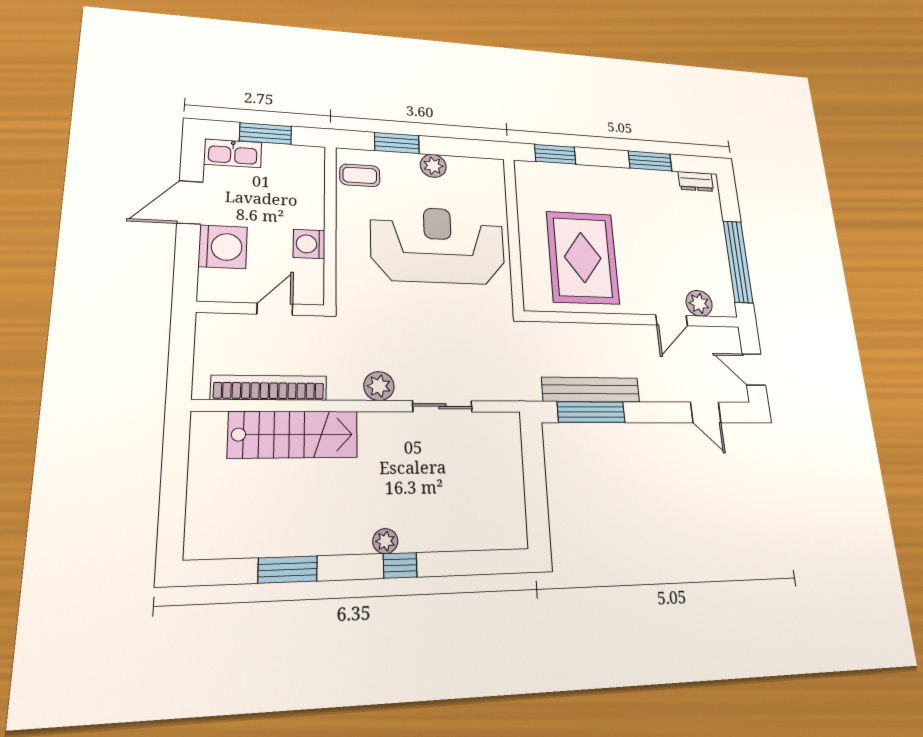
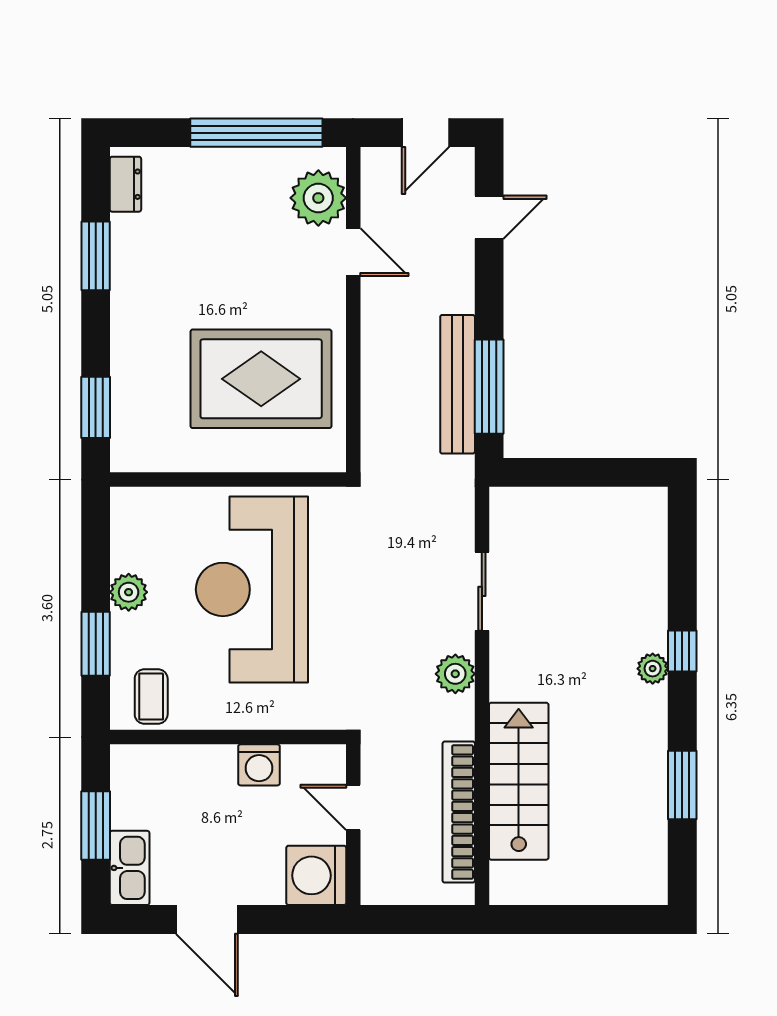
washing machine: (223, 247) -> (316, 875), moved, turned -90
plant: (699, 303) -> (318, 198), width x1.36, depth x1.36

